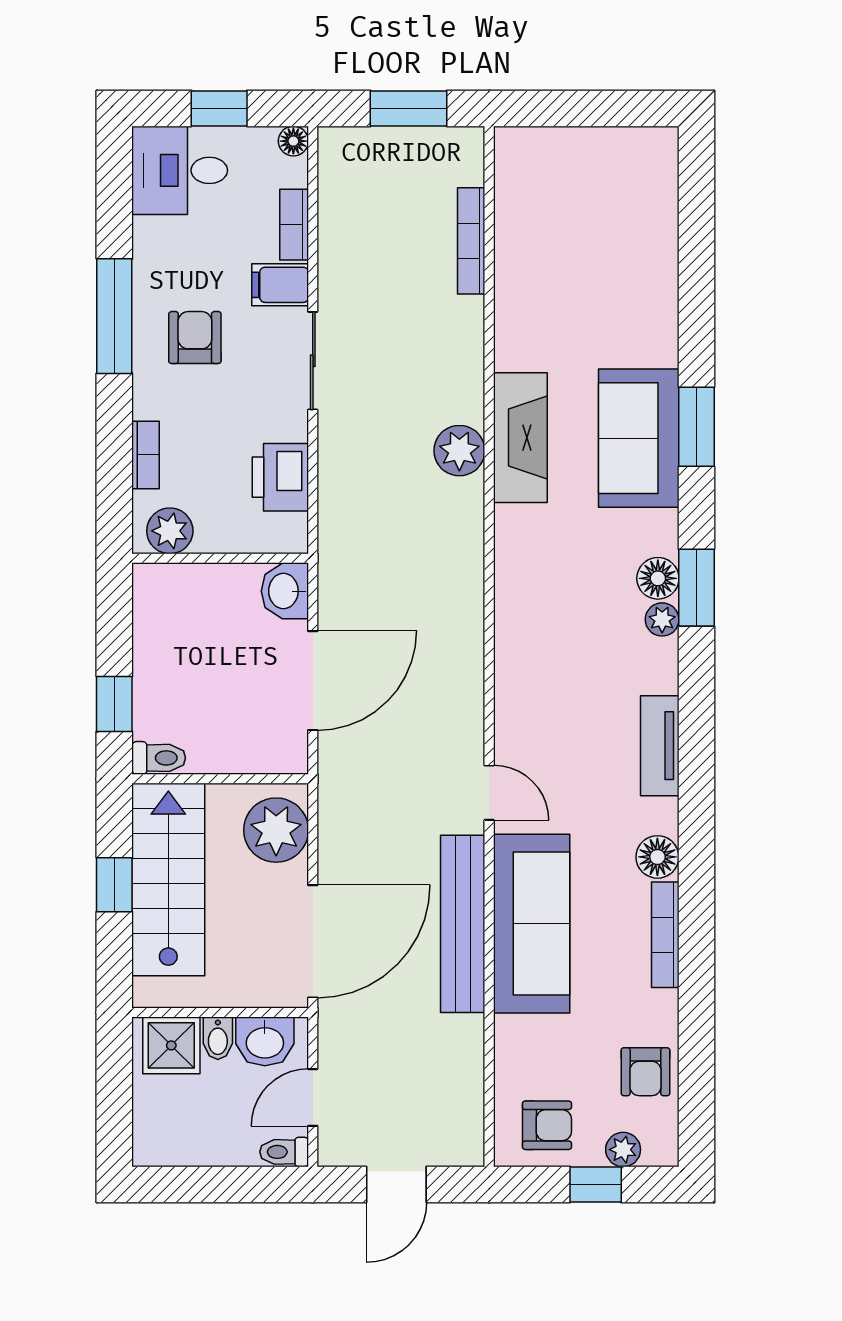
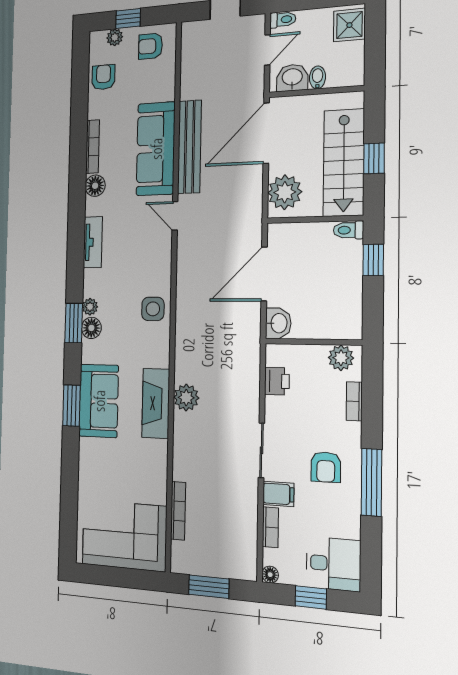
corner sofa: (579, 187) -> (124, 535), added
printer: (280, 477) -> (277, 381), width x0.73, depth x0.81
side table: (530, 616) -> (153, 309), added
shower: (171, 1045) -> (349, 25), moved

